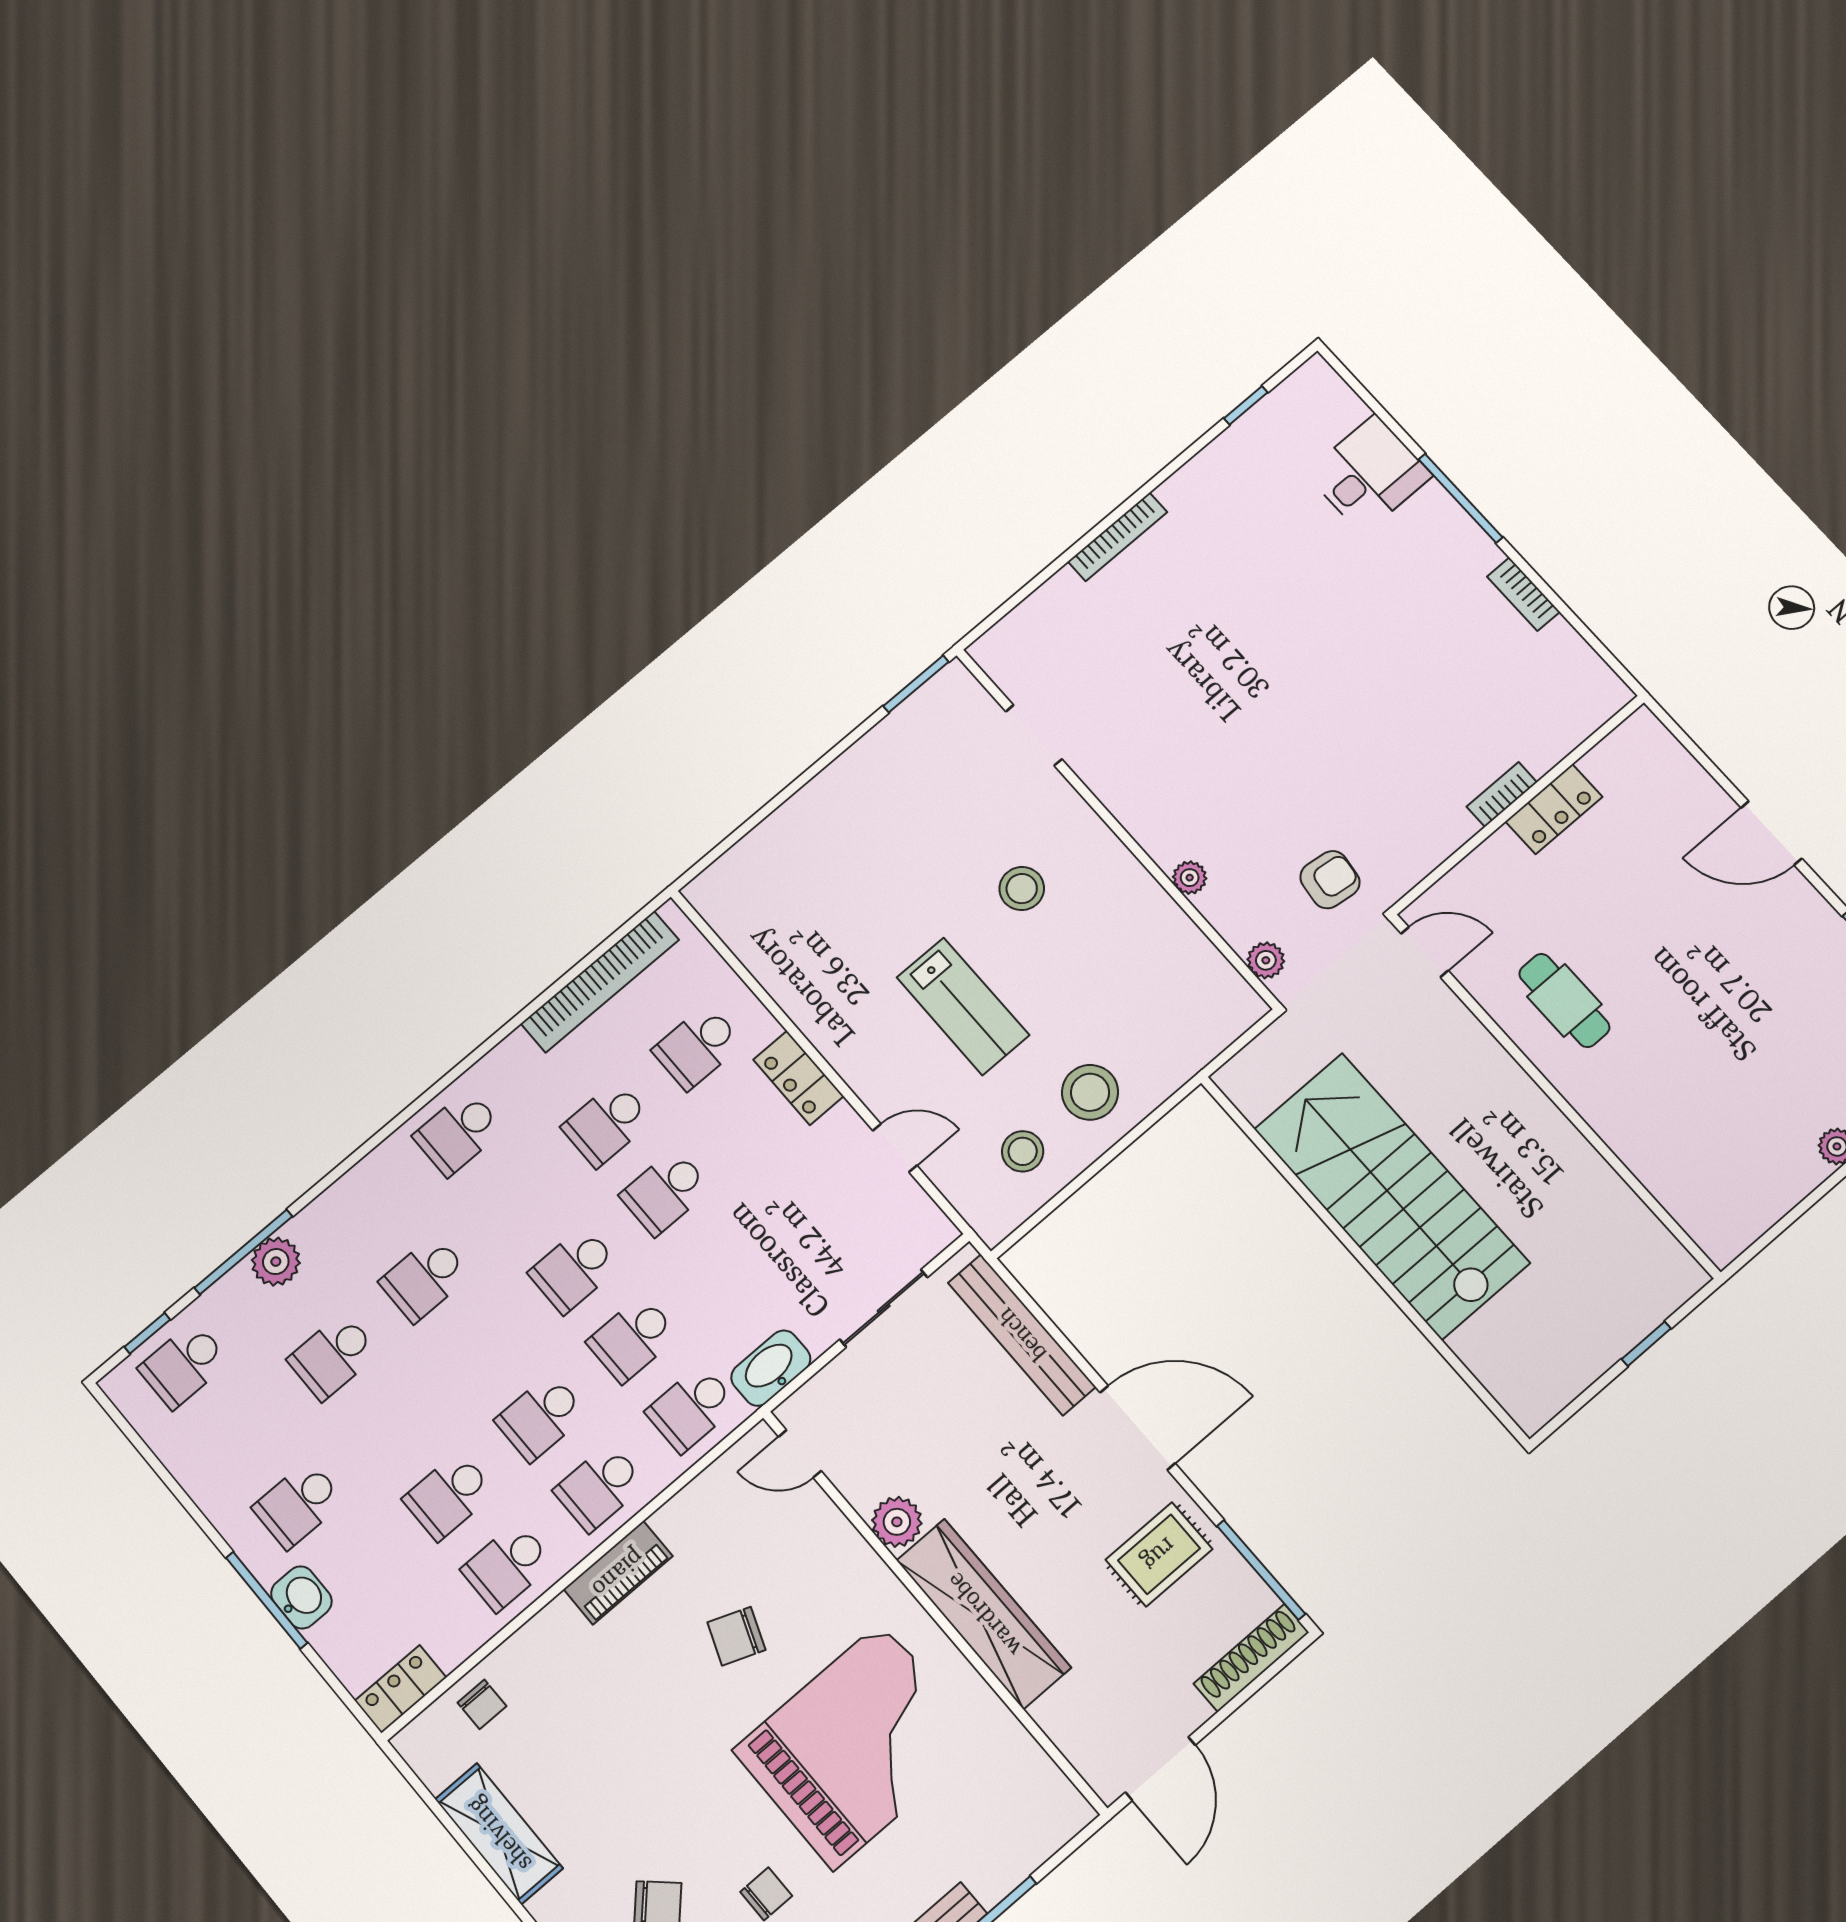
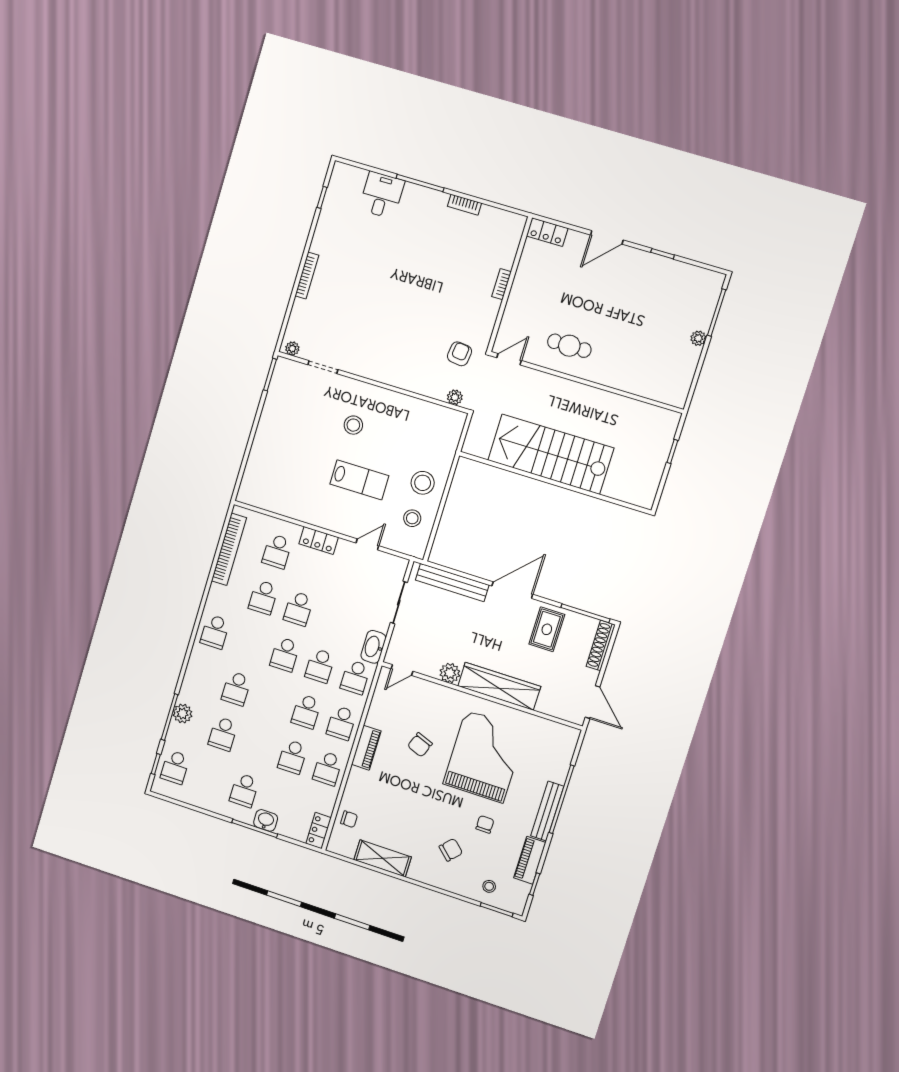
locker: (1554, 809) -> (547, 232), moved, turned 90
plant: (1190, 878) -> (292, 348), moved

